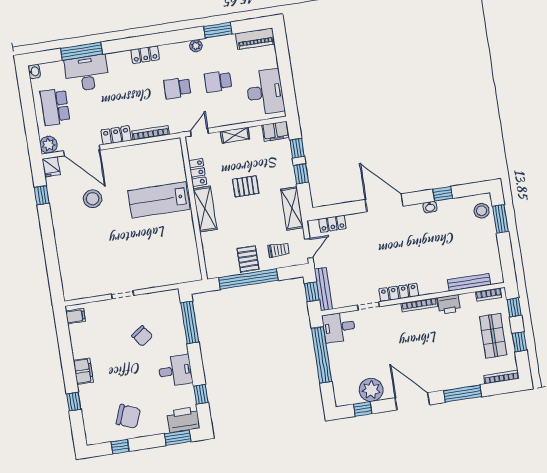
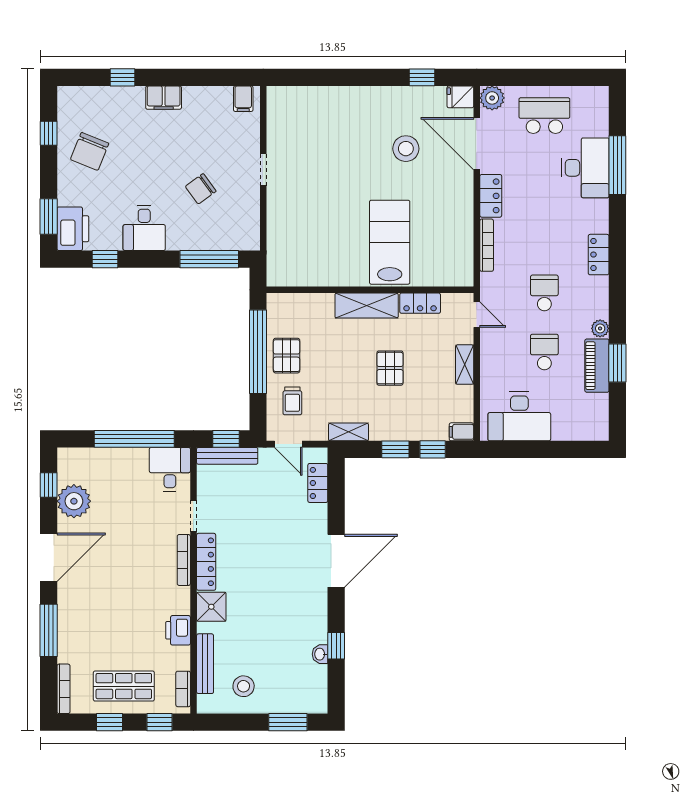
piano: (255, 39) -> (597, 366), moved
washbasin: (34, 71) -> (599, 94), removed
filing cabinet: (276, 131) -> (461, 432), width x0.50
door: (82, 150) -> (477, 144), hinge flipped
washbasin: (430, 207) -> (320, 654), moved
shelving: (292, 208) -> (348, 432), width x0.67, depth x0.75
stool: (482, 211) -> (244, 686), moved
pallet: (248, 259) -> (287, 356), turned 90
shower: (429, 284) -> (211, 607), added
bookcase: (419, 305) -> (184, 560), moved

